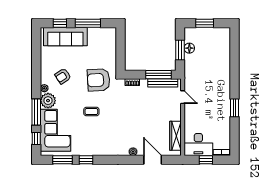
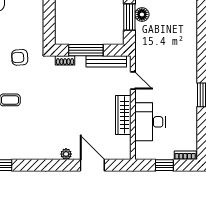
window: (159, 75) -> (86, 50), moved
armchair: (99, 80) -> (20, 57), width x0.53, depth x0.53
wardrobe: (175, 136) -> (123, 115), moved
desk: (198, 145) -> (150, 122), moved, turned 90

